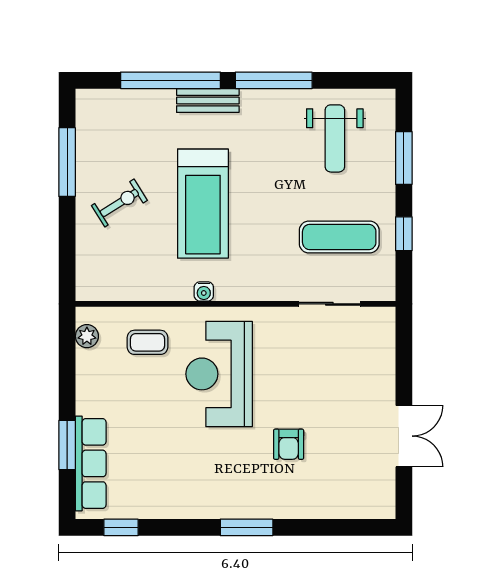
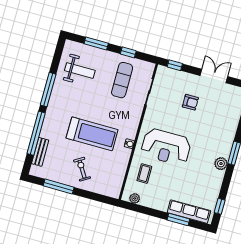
bench: (208, 101) -> (40, 152), moved
window: (404, 344) -> (175, 65), added
armchair: (289, 444) -> (190, 102), moved
plant: (216, 505) -> (221, 164), added

